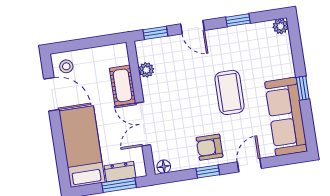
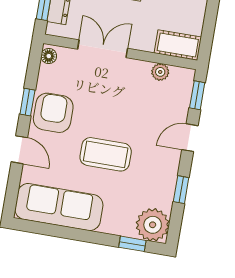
plant: (281, 26) -> (153, 225), width x1.88, depth x1.88
cot: (123, 85) -> (178, 45), moved
window: (303, 88) -> (132, 244), moved
armchair: (210, 147) -> (53, 113), width x1.38, depth x1.38

